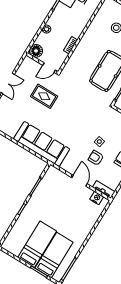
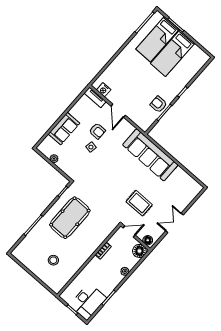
floor lamp: (30, 62) -> (148, 240), added
armchair: (42, 193) -> (159, 104), added

